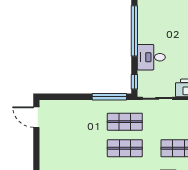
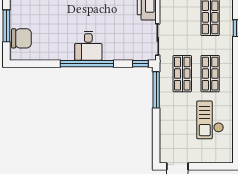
desk: (151, 57) -> (88, 46), moved
checkout: (81, 148) -> (210, 120), added

